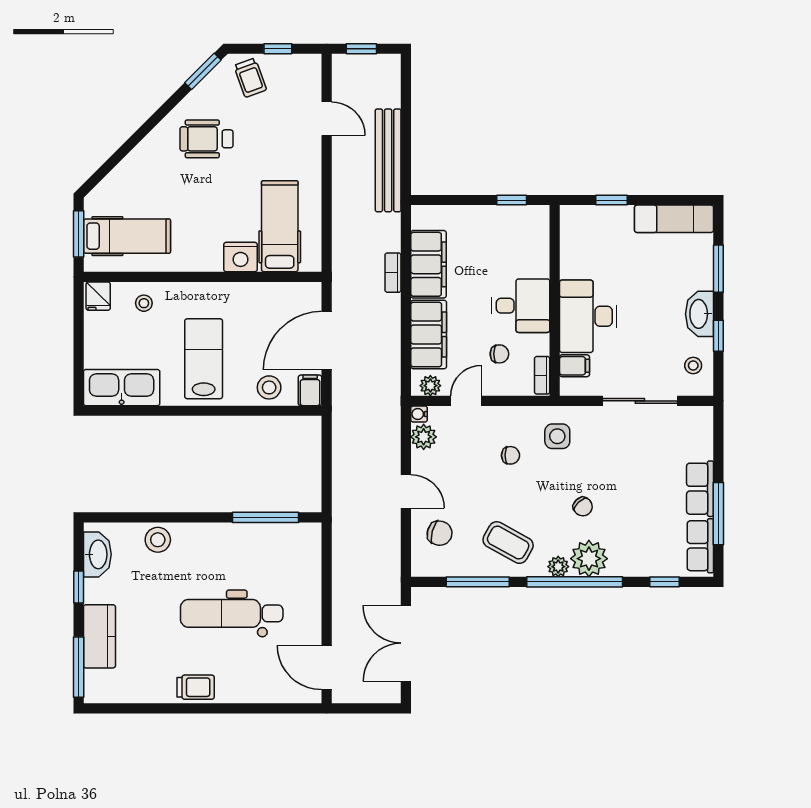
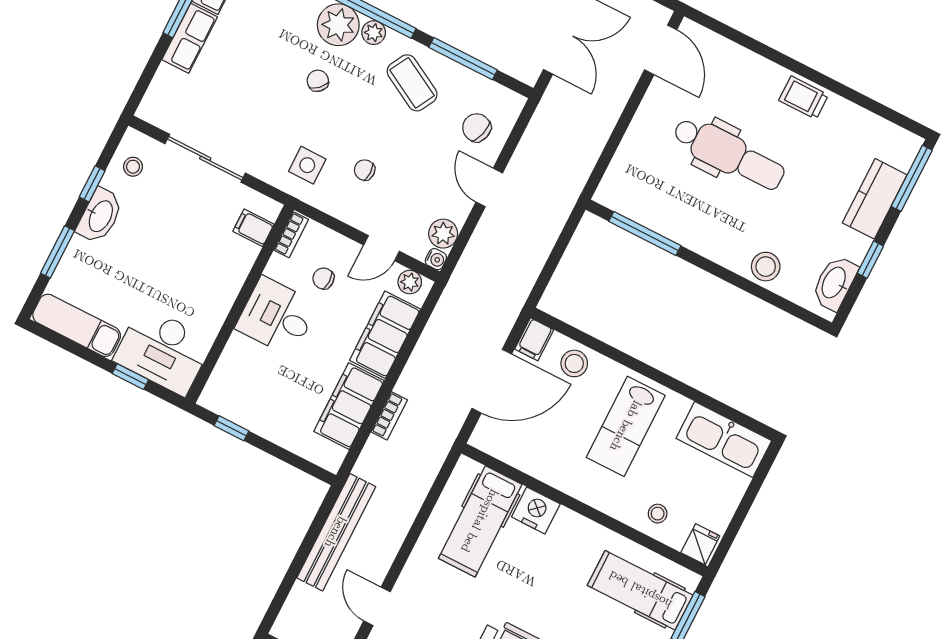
desk: (588, 316) -> (163, 350), moved, turned 90

